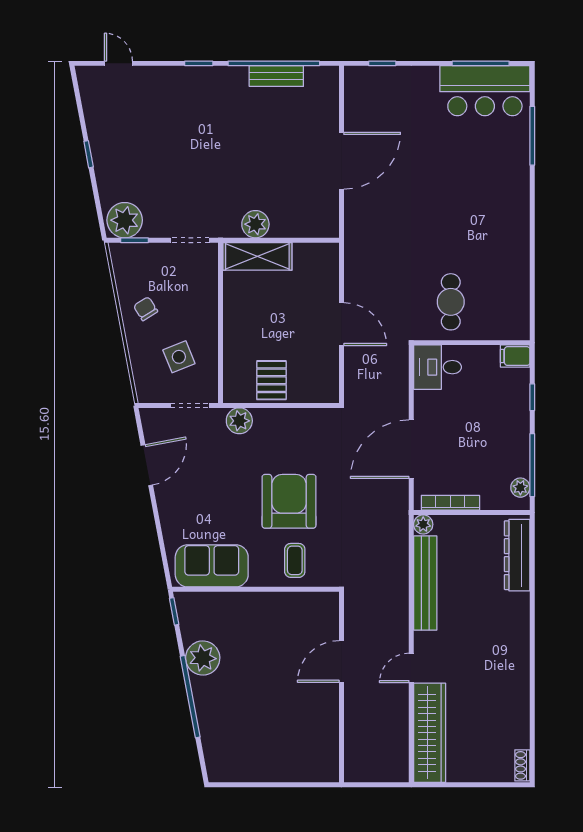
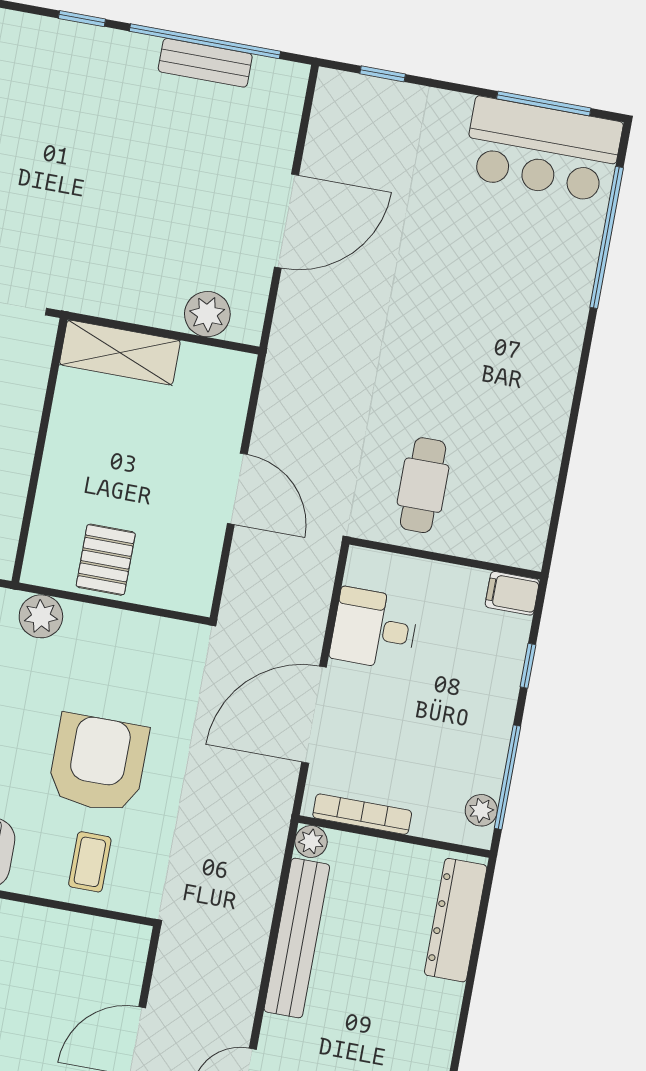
window: (532, 136) -> (607, 237), width x1.46
plant: (255, 224) -> (207, 314), moved
desk: (437, 367) -> (374, 629), moved

